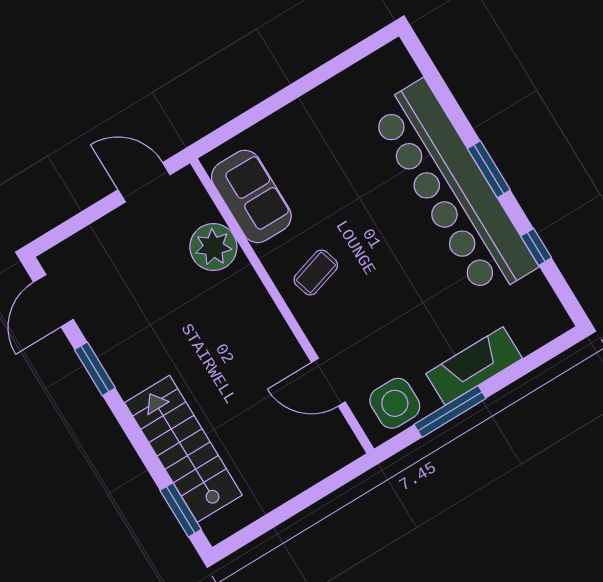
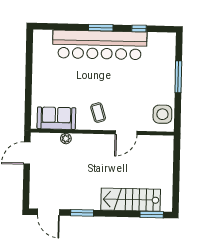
plant: (213, 247) -> (66, 139), width x0.53, depth x0.53
fireplace: (474, 366) -> (167, 78), removed
door: (328, 382) -> (126, 133), moved
window: (450, 411) -> (178, 77), moved

